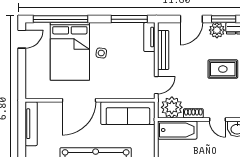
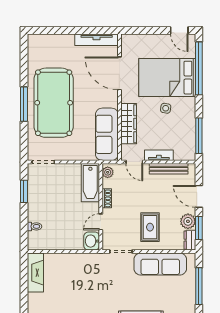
tv unit: (149, 37) -> (159, 155), moved
wardrobe: (117, 91) -> (129, 124), added
door: (79, 100) -> (119, 73), moved
plant: (172, 107) -> (108, 172), width x0.53, depth x0.53

